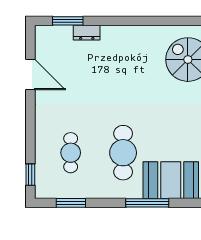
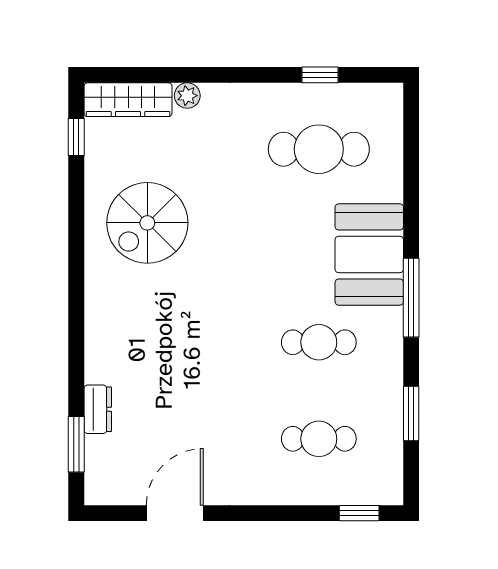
cafe table: (123, 153) -> (319, 342), width x0.73, depth x0.74
window: (71, 203) -> (411, 413), moved

